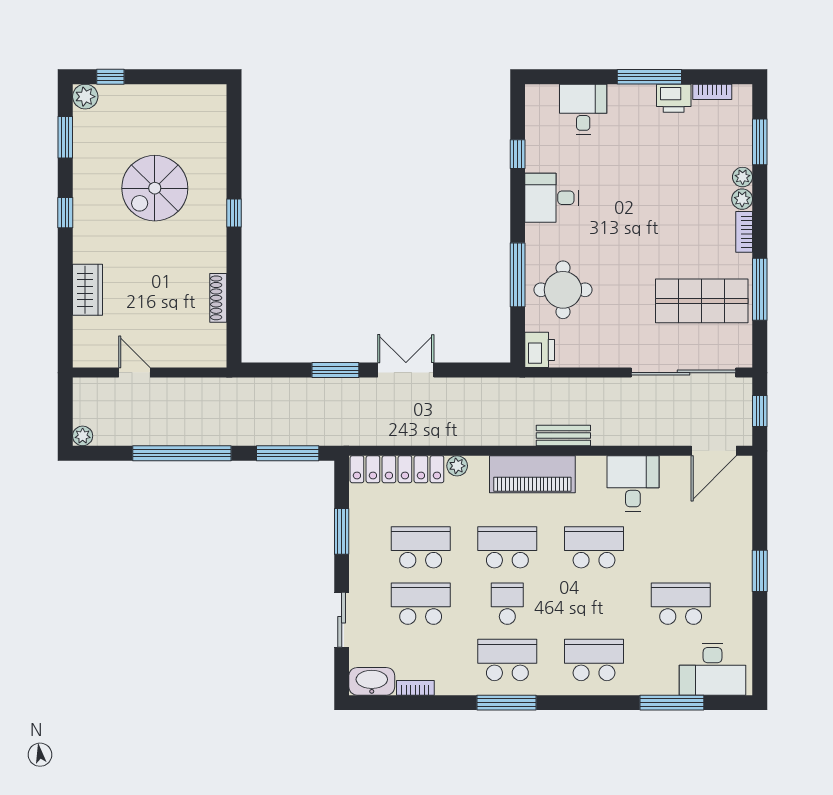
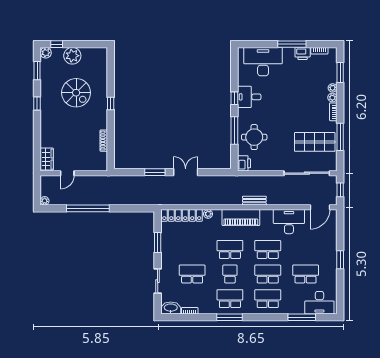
plant: (146, 103) -> (72, 56), added
desk: (583, 109) -> (263, 62), width x1.87, depth x1.30
window: (518, 154) -> (234, 98), moved
spiral stairs: (155, 188) -> (76, 93), turned -90
wardrobe: (87, 290) -> (47, 159), moved
door: (134, 373) -> (67, 173), swing flipped
window: (288, 453) -> (134, 208), removed
desk: (633, 484) -> (289, 222), width x1.37
school desk: (421, 547) -> (268, 274), moved

